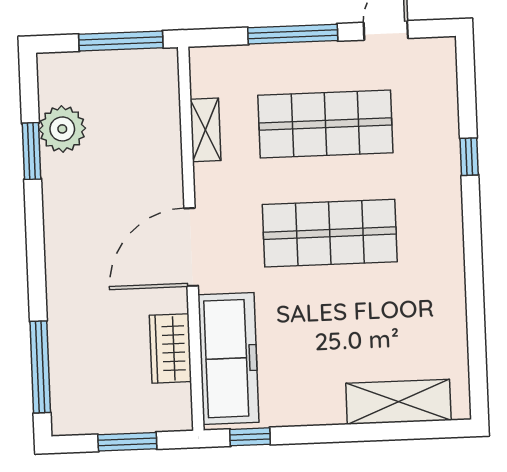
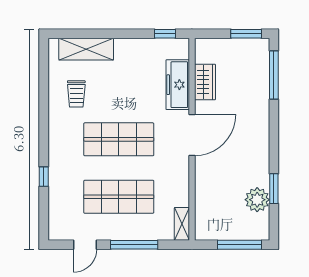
window: (121, 41) -> (239, 245), moved
shelving: (206, 130) -> (182, 224), moved
trolley: (414, 316) -> (76, 94), added
freezer: (228, 358) -> (178, 85), width x0.73, depth x0.79
window: (127, 442) -> (246, 34), moved

